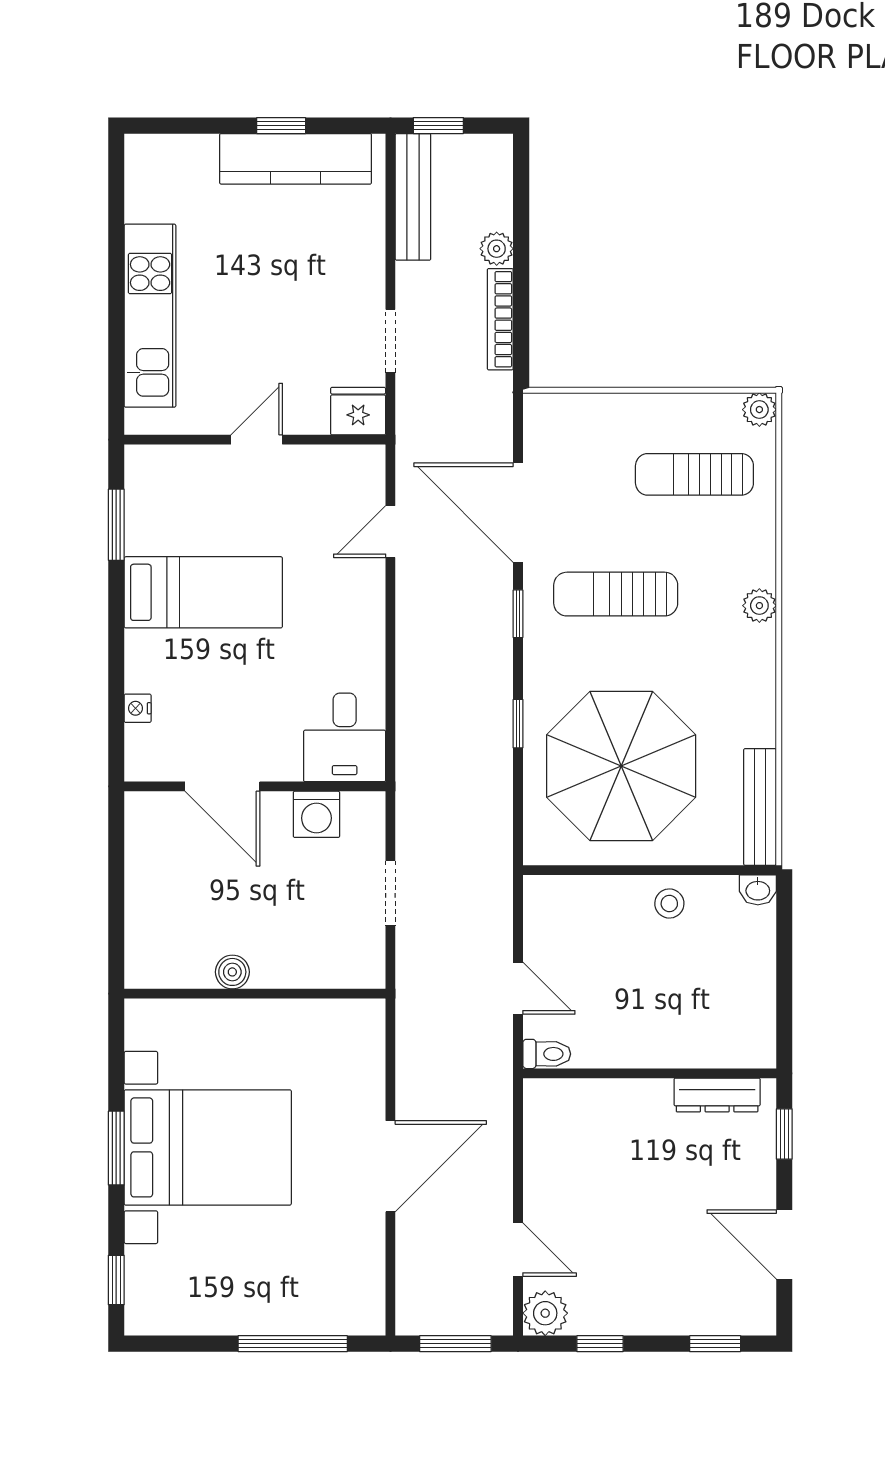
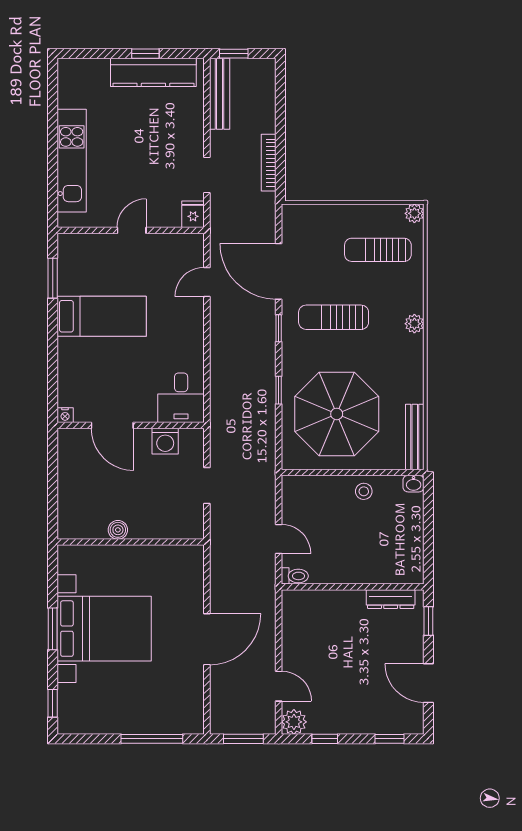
plant: (497, 249) -> (267, 123), removed
fridge: (358, 411) -> (193, 214), width x0.72
nightstand: (138, 708) -> (65, 415), moved, turned -90

